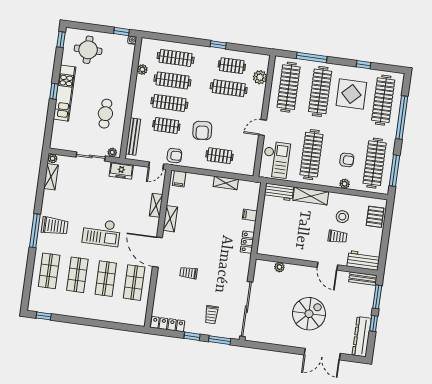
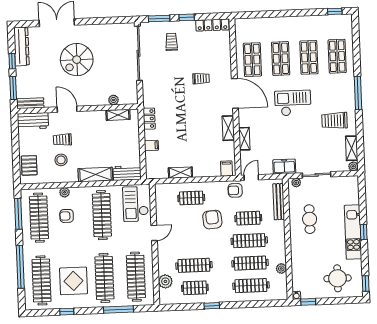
trolley: (55, 226) -> (334, 121), moved
shelving: (278, 251) -> (118, 115), added

